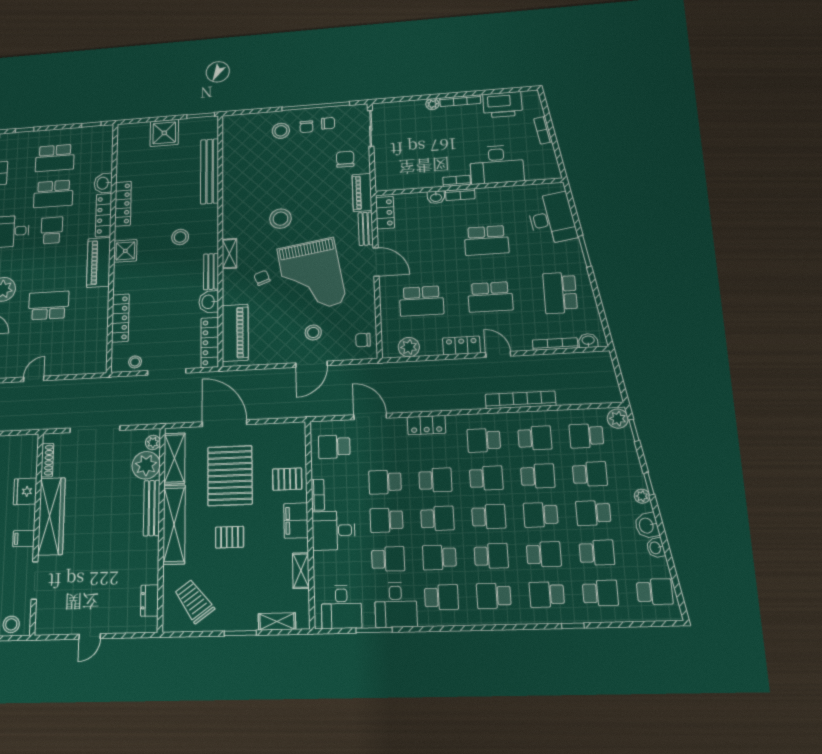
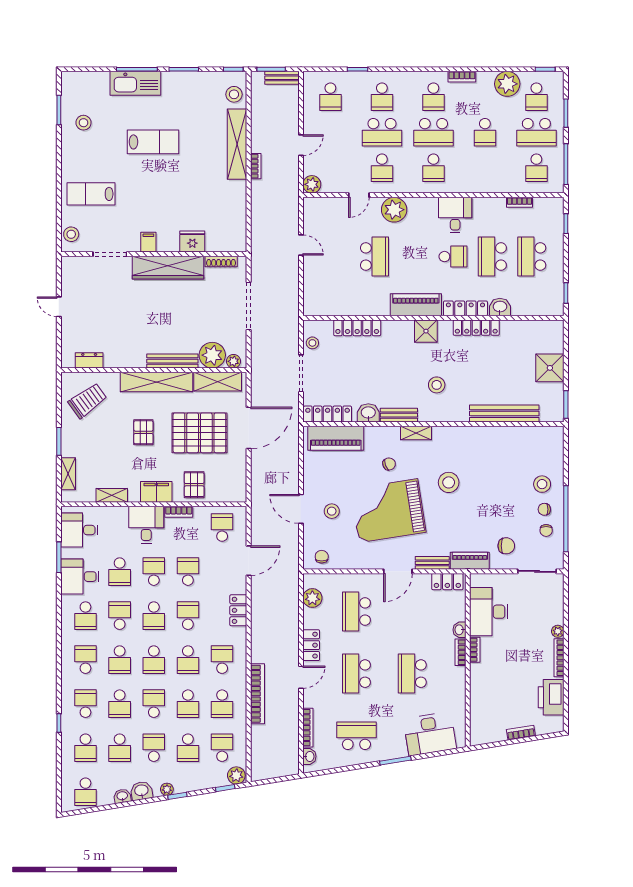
desk: (497, 165) -> (489, 612), moved
school desk: (435, 480) -> (188, 616), turned 180

